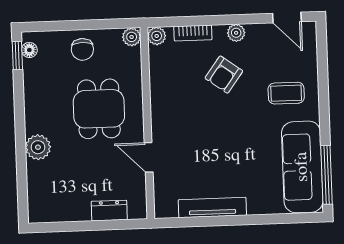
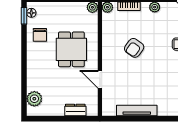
chair: (82, 49) -> (40, 35), moved
armchair: (224, 75) -> (134, 48), moved
plant: (38, 147) -> (34, 99), moved

